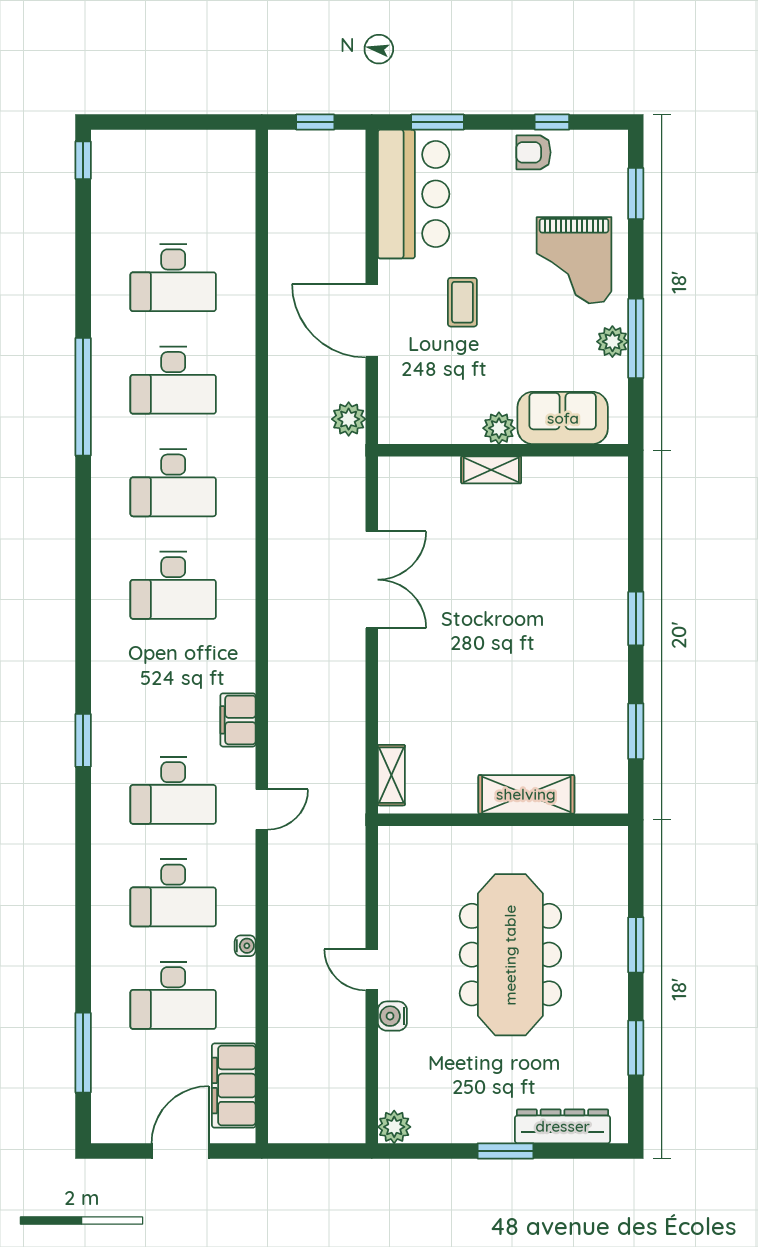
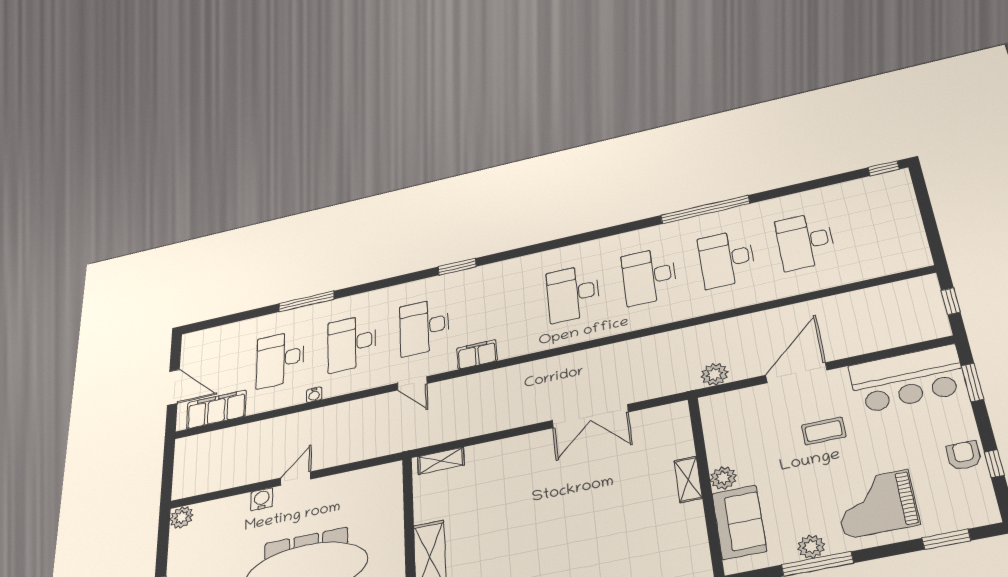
window: (83, 1053) -> (306, 301), moved

